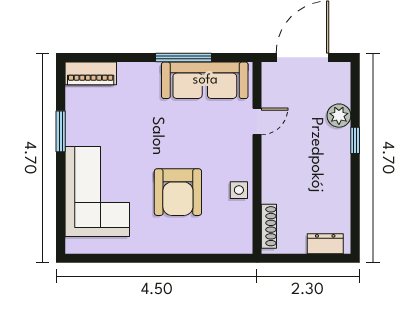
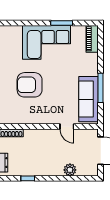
window: (355, 140) -> (28, 178), moved
side table: (239, 190) -> (31, 117), removed
corner sofa: (97, 192) -> (46, 42), moved

